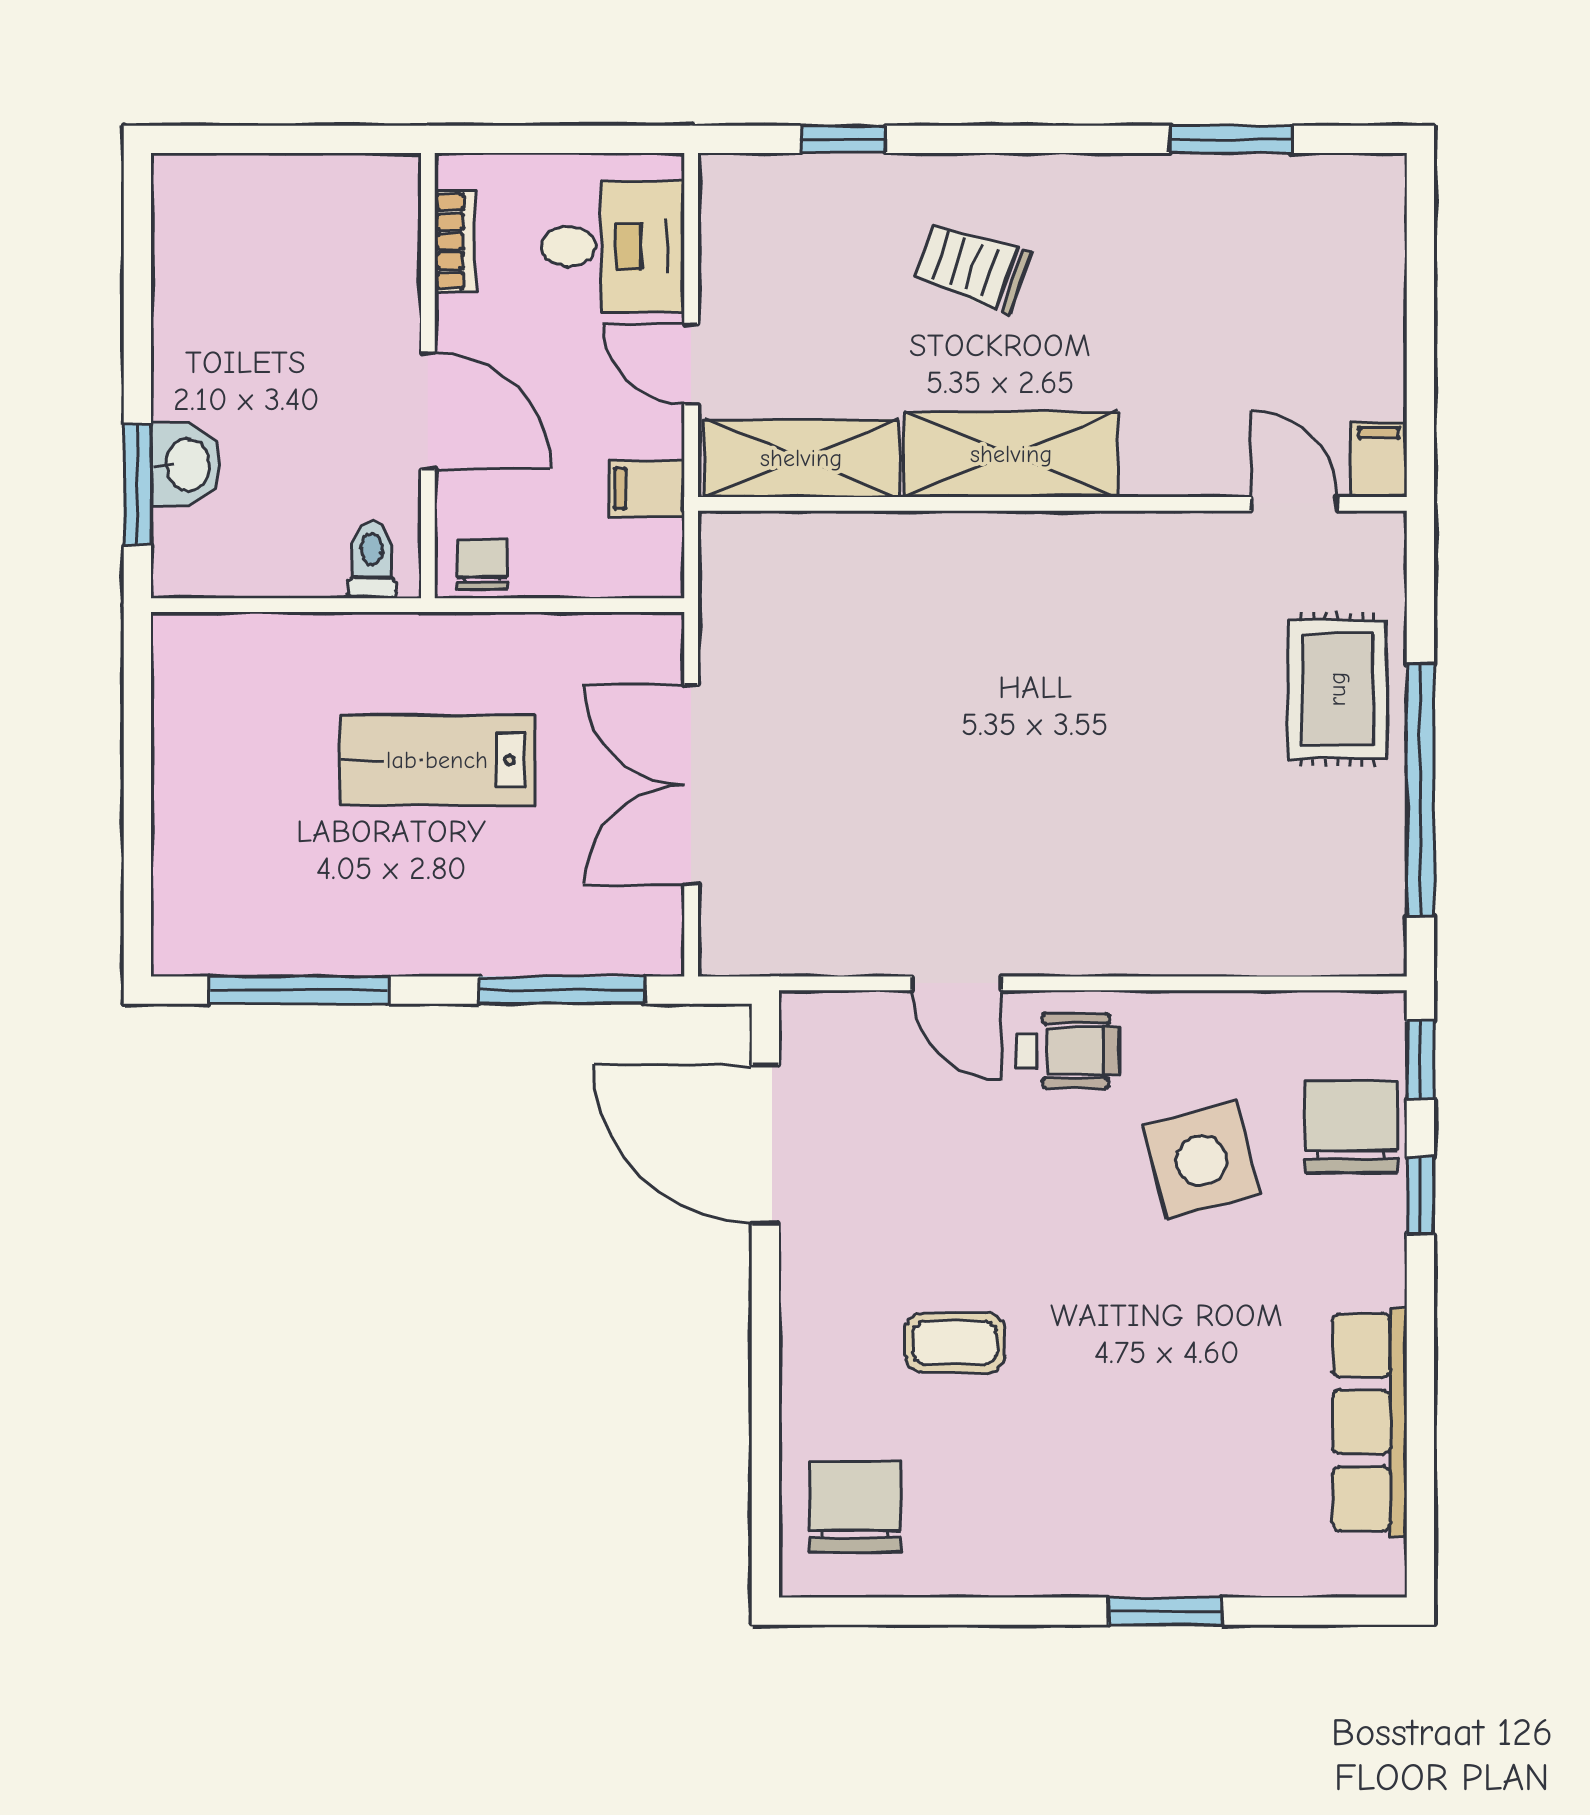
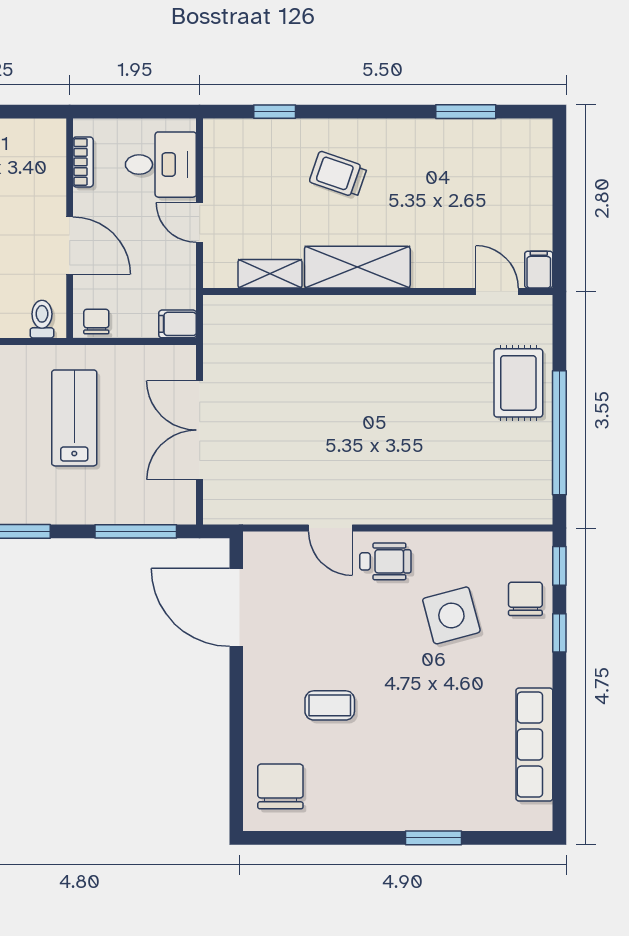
shelving: (801, 458) -> (270, 274), width x0.67, depth x0.75
filing cabinet: (647, 489) -> (178, 324), moved
lab bench: (437, 760) -> (74, 418), turned 90
chair: (1351, 1127) -> (525, 599), width x0.73, depth x0.73

